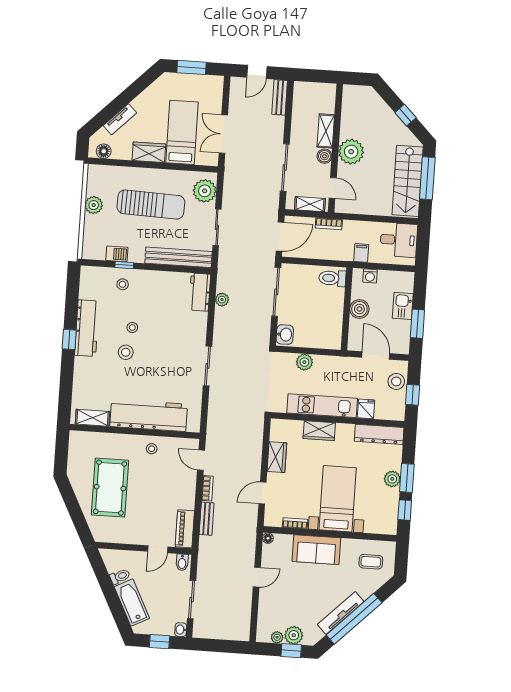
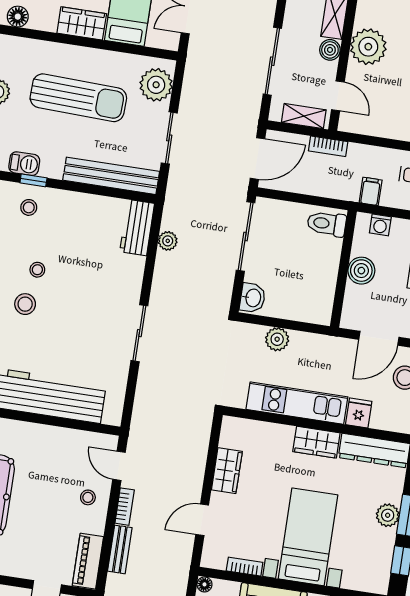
door: (376, 355) -> (379, 338), swing flipped
wardrobe: (319, 431) -> (316, 442), moved
stool: (152, 449) -> (88, 497), moved

